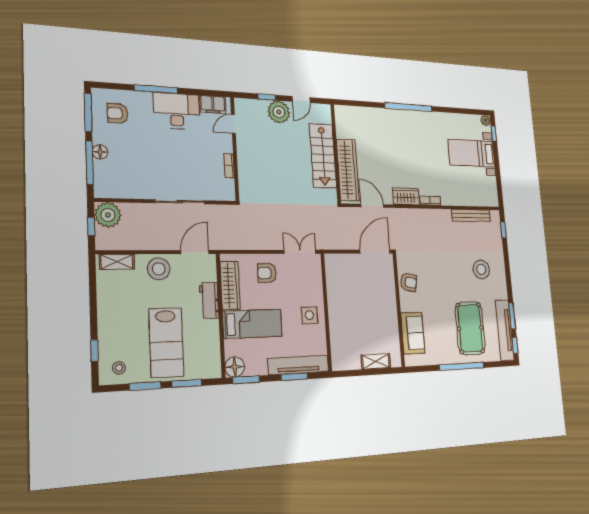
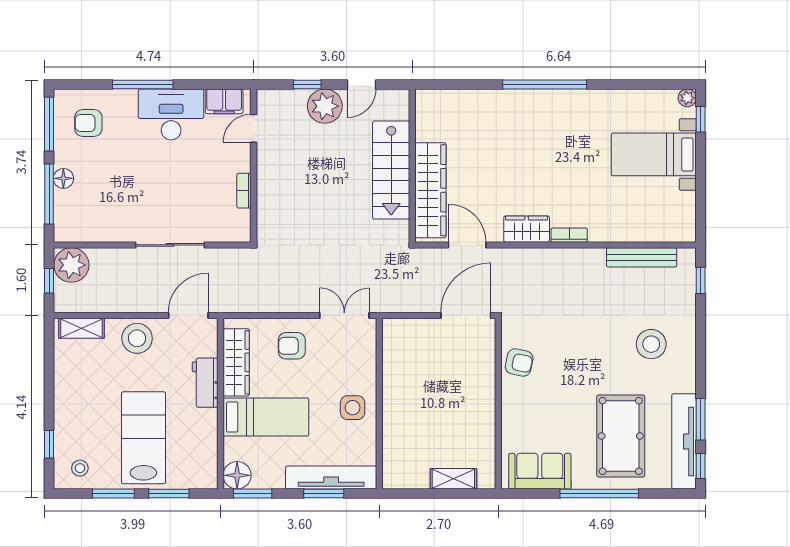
sofa: (413, 333) -> (540, 471), moved, turned -90
lab bench: (166, 342) -> (143, 438), turned 180

